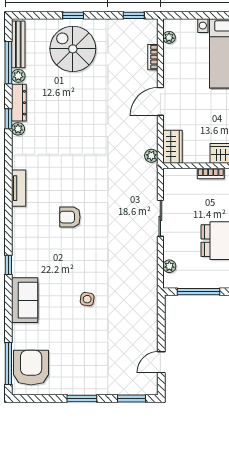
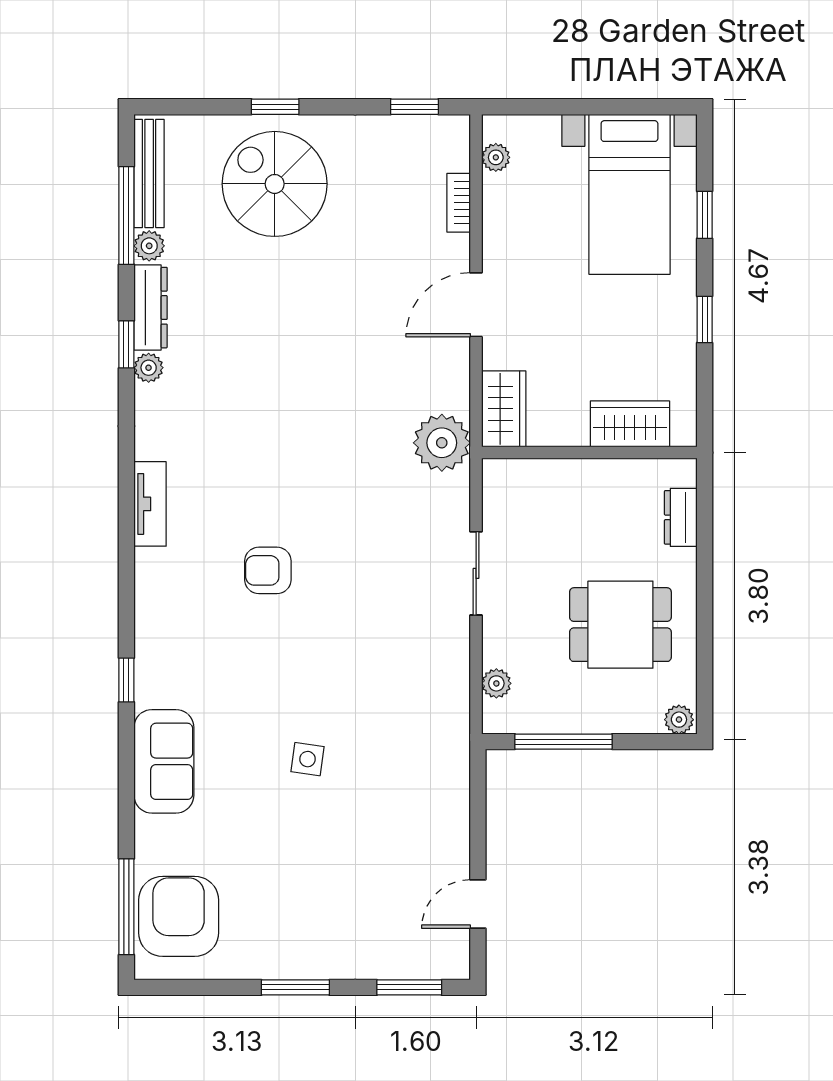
plant: (151, 156) -> (442, 443), width x1.87, depth x1.87
bookcase: (211, 174) -> (592, 470), removed

